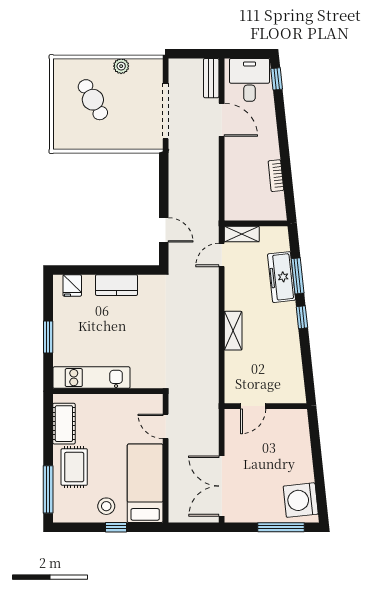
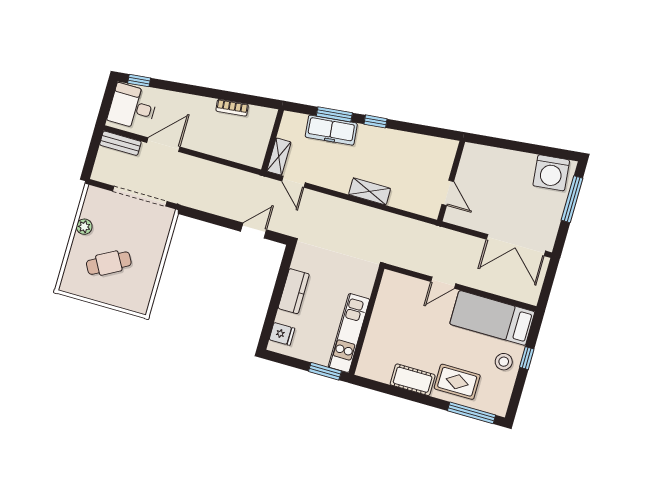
kitchen unit: (91, 378) -> (349, 333), moved
wall: (108, 391) -> (367, 321), moved

